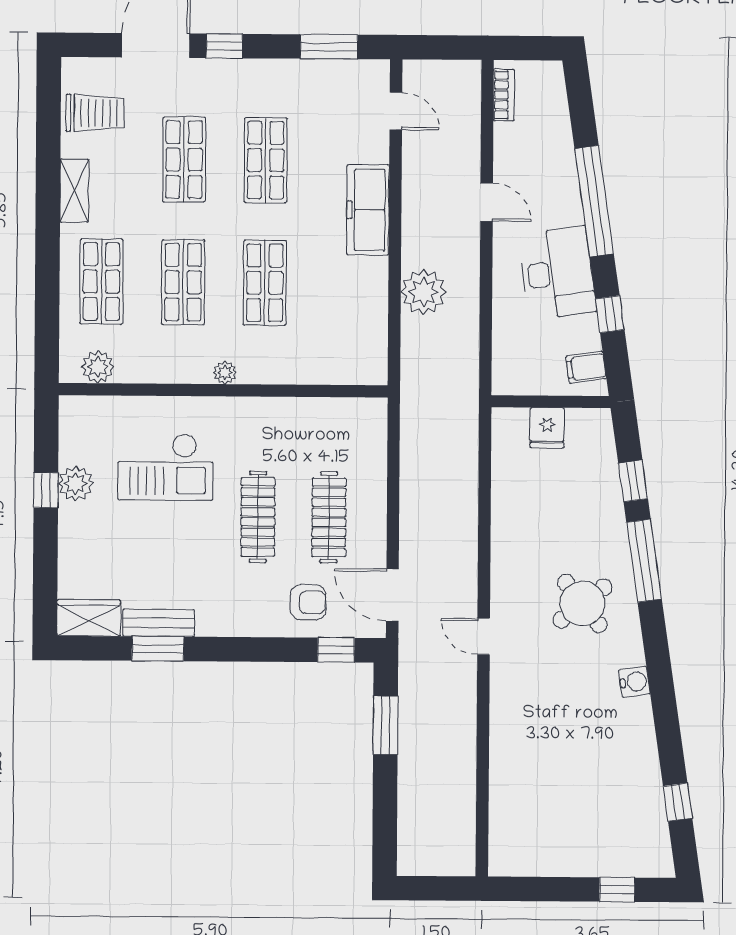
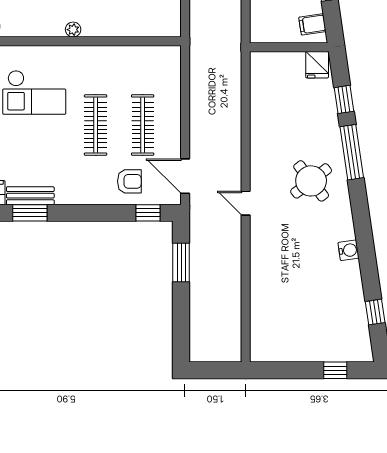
fridge: (547, 428) -> (317, 65), moved
water cooler: (634, 682) -> (349, 250), moved

